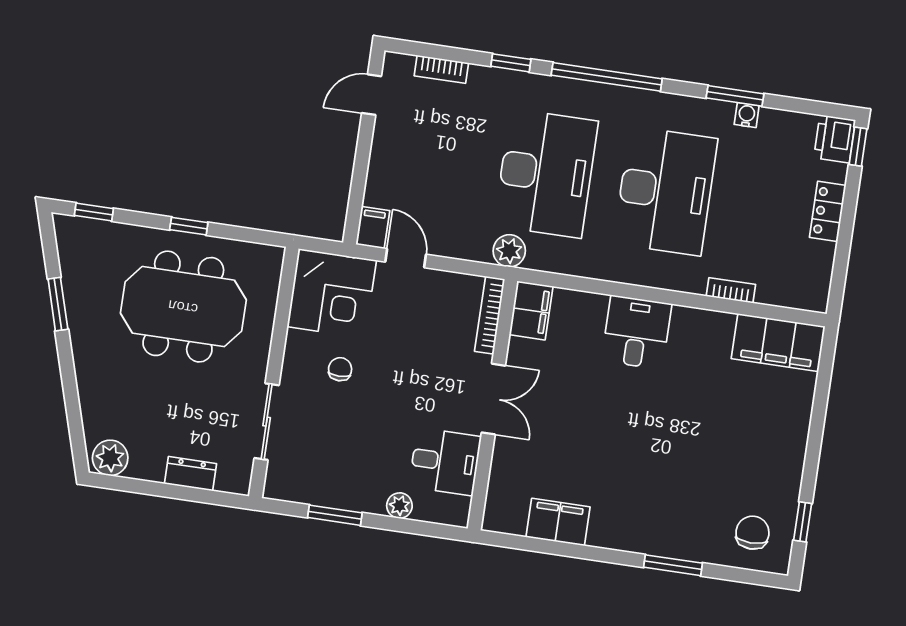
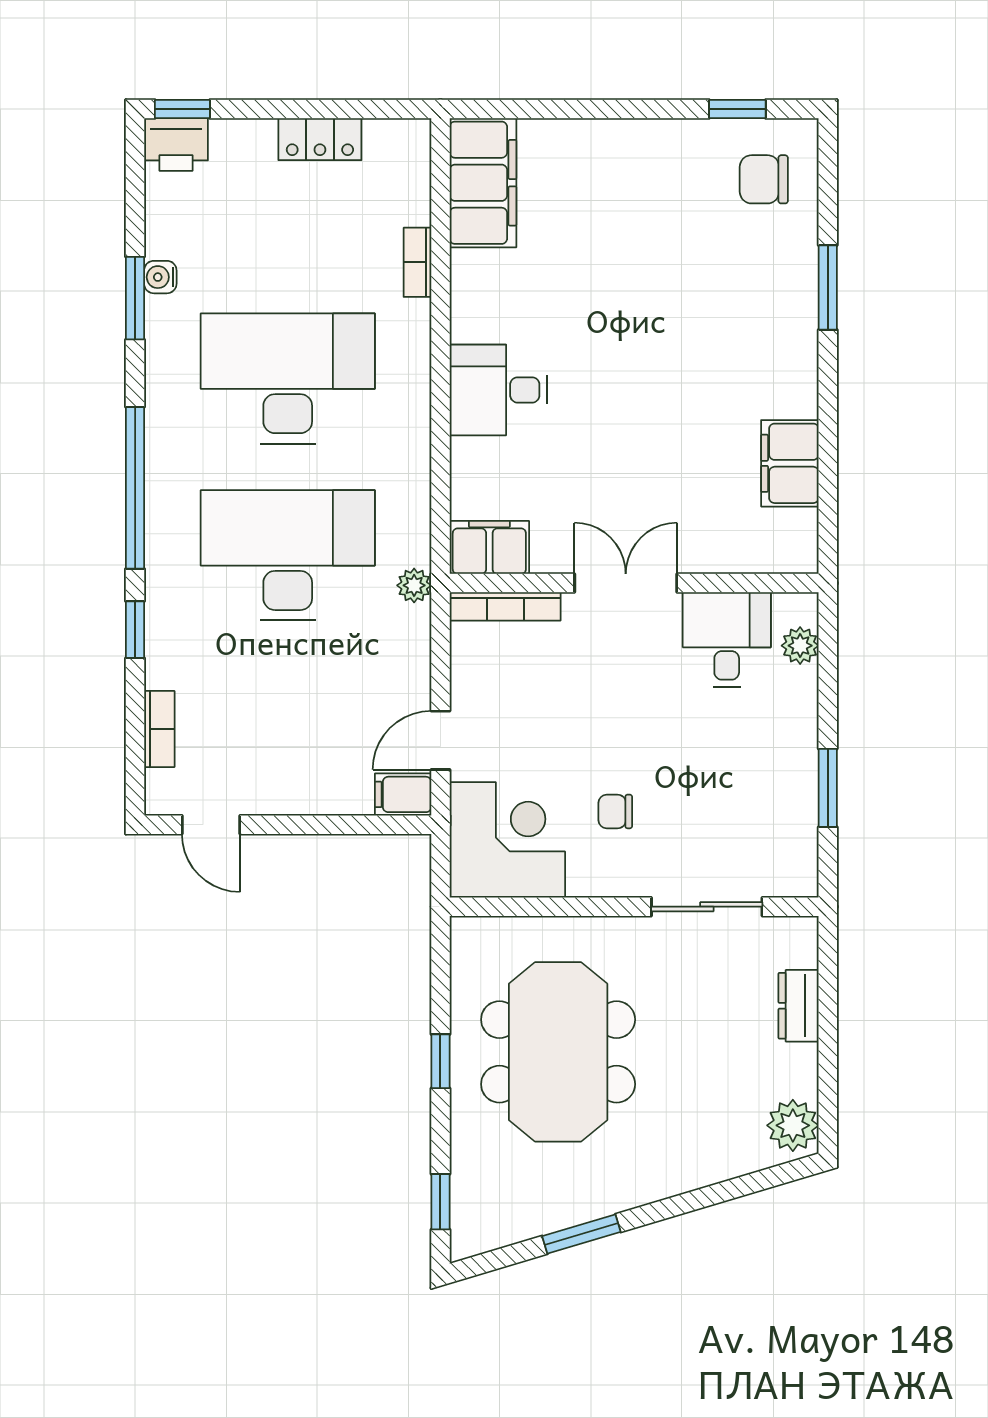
locker: (828, 211) -> (320, 139), moved
plant: (509, 251) -> (414, 585), width x0.73, depth x0.73
plant: (399, 506) -> (800, 646), moved

